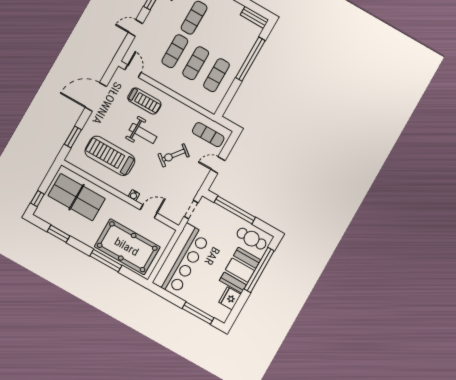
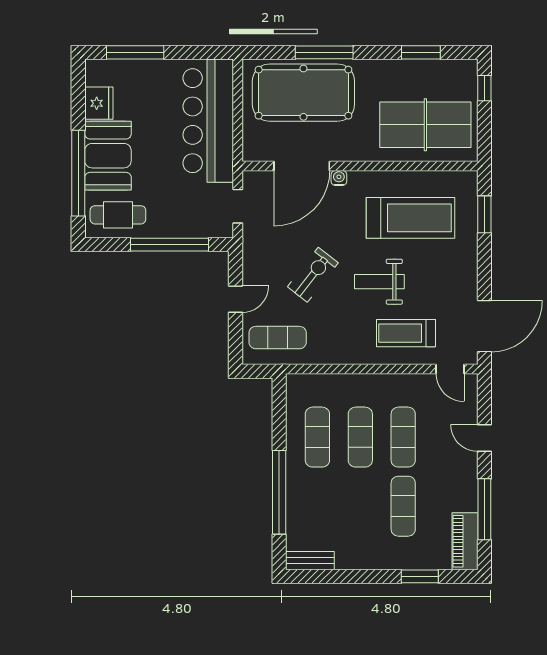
door: (135, 28) -> (484, 438), swing flipped
door: (96, 97) -> (484, 326), moved
door: (149, 211) -> (302, 166), width x1.87

